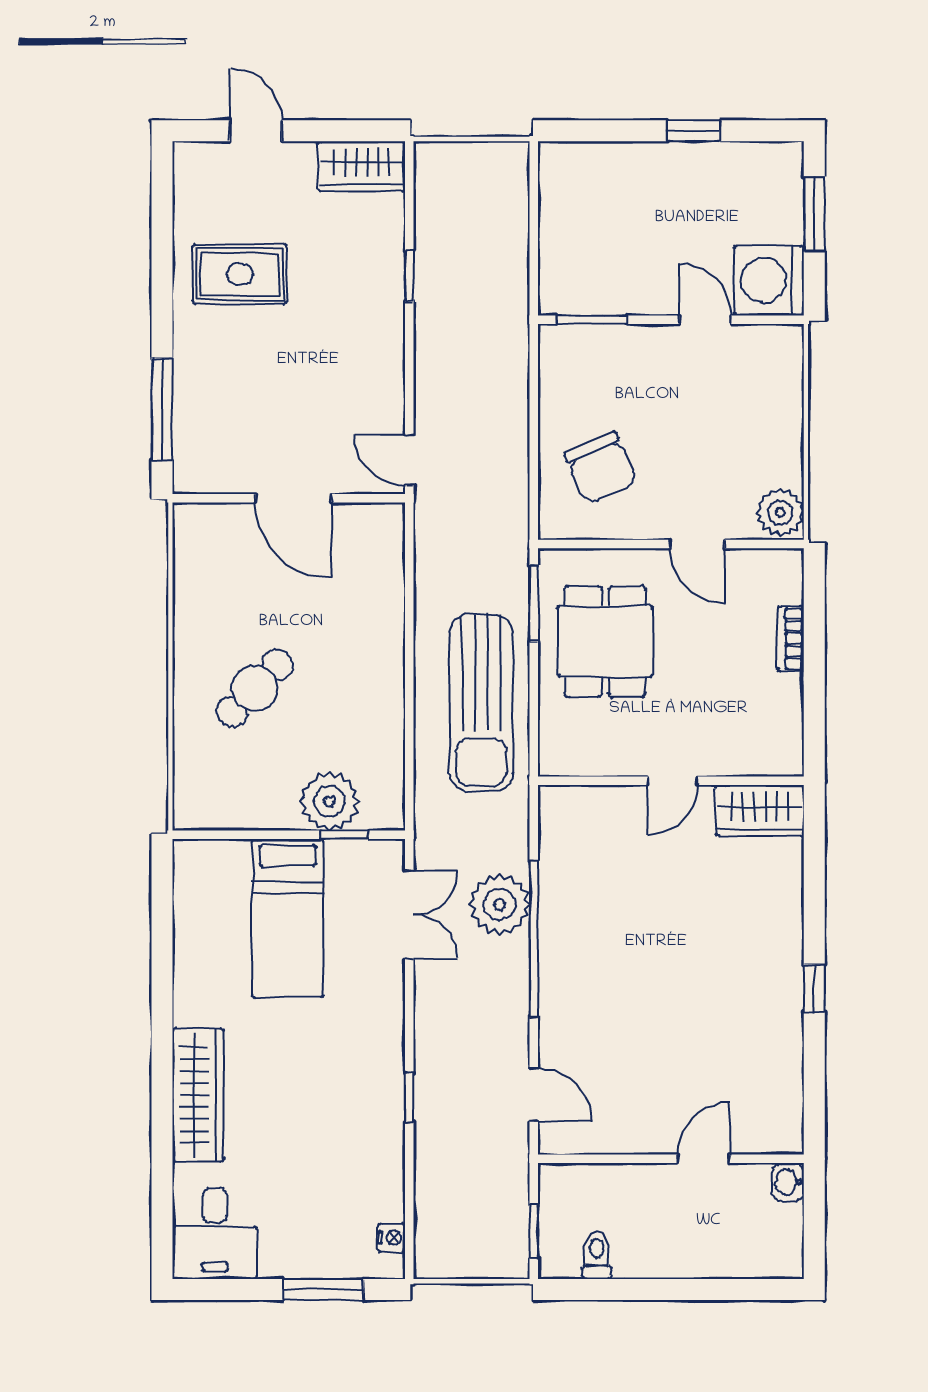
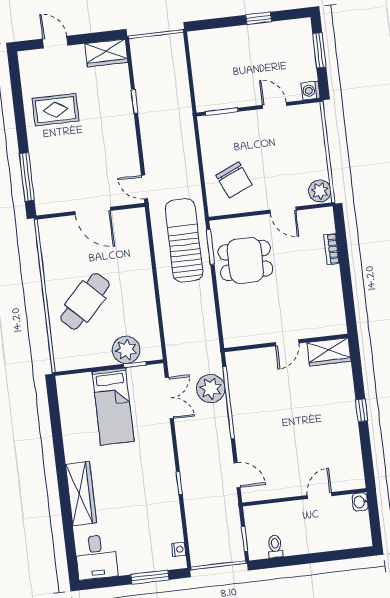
washing machine: (769, 281) -> (310, 91), width x0.53, depth x0.53
dining table: (605, 641) -> (245, 261), turned 90
cafe table: (255, 688) -> (85, 301), width x1.37, depth x1.35
sun lounger: (481, 703) -> (184, 240), moved, turned 180
wall: (671, 781) -> (286, 343), moved
door: (673, 781) -> (287, 343), moved
wardrobe: (760, 810) -> (329, 352), moved

